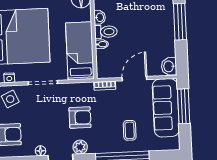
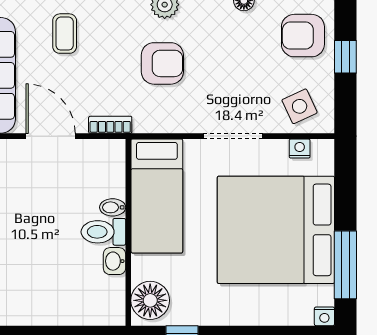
door: (134, 79) -> (51, 136), swing flipped
armchair: (80, 117) -> (162, 63), turned 180

